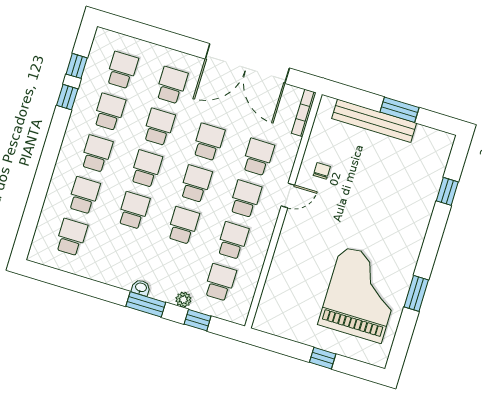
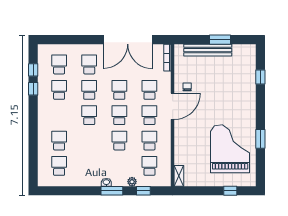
school desk: (97, 154) -> (59, 115), removed
door: (288, 196) -> (173, 106), width x1.87
school desk: (134, 210) -> (89, 141), removed
shelving: (264, 313) -> (179, 176), added
window: (323, 358) -> (230, 191), moved

